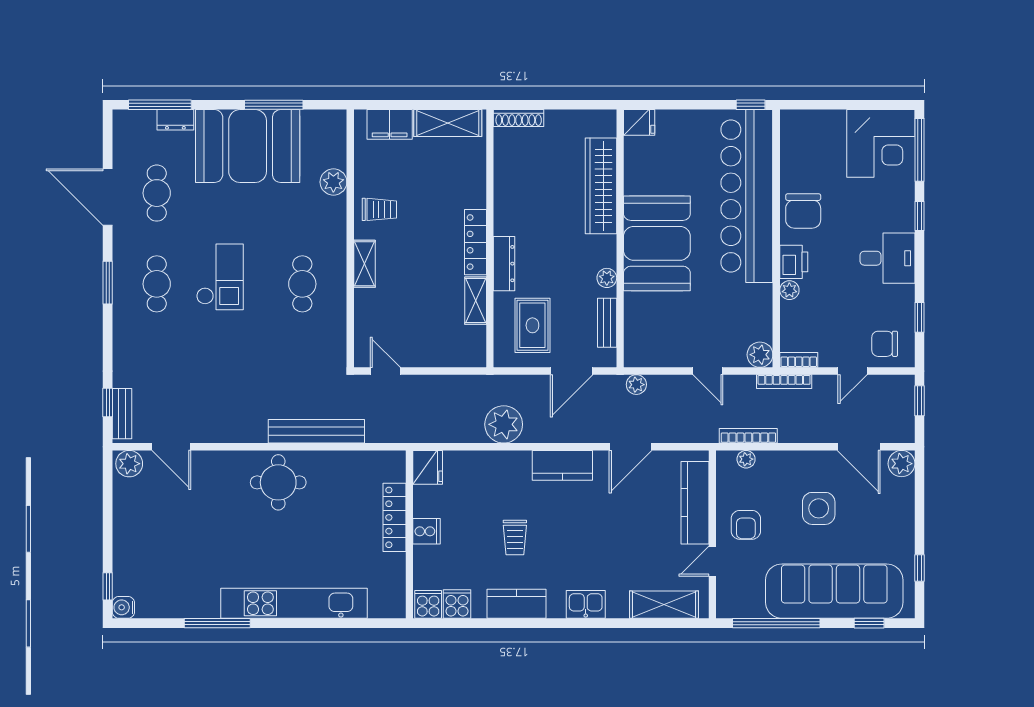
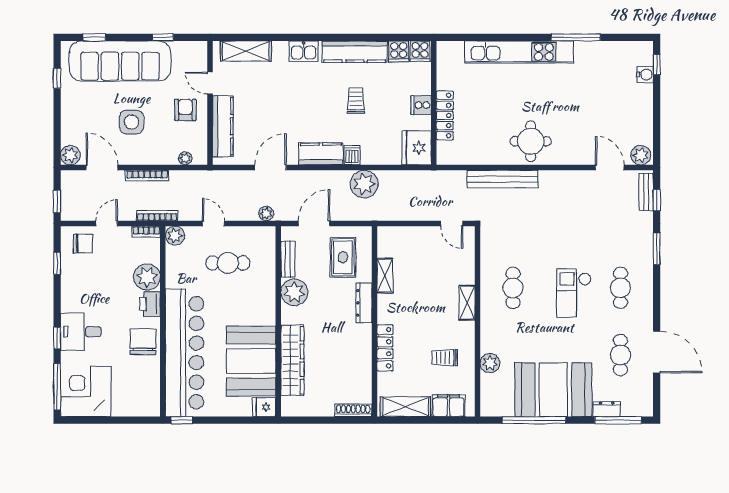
window: (274, 105) -> (534, 420), width x1.46
trolley: (379, 209) -> (445, 358), moved
locker: (475, 242) -> (385, 348), moved
booth: (657, 243) -> (251, 361), moved
desk: (887, 258) -> (81, 332), moved
plant: (607, 278) -> (294, 292), width x1.88, depth x1.88
window: (108, 283) -> (657, 249), moved
plant: (789, 290) -> (147, 277), width x1.88, depth x1.88
cafe table: (688, 318) -> (228, 263), added
bookcase: (748, 436) -> (147, 176), moved
dishwasher: (520, 464) -> (352, 155), added
fridge: (428, 467) -> (417, 148), width x1.36, depth x1.34
door: (712, 561) -> (210, 83), swing flipped
kitchen counter: (516, 604) -> (355, 52), width x1.50
water cooler: (123, 607) -> (645, 75), moved
window: (776, 623) -> (163, 37), width x0.32

